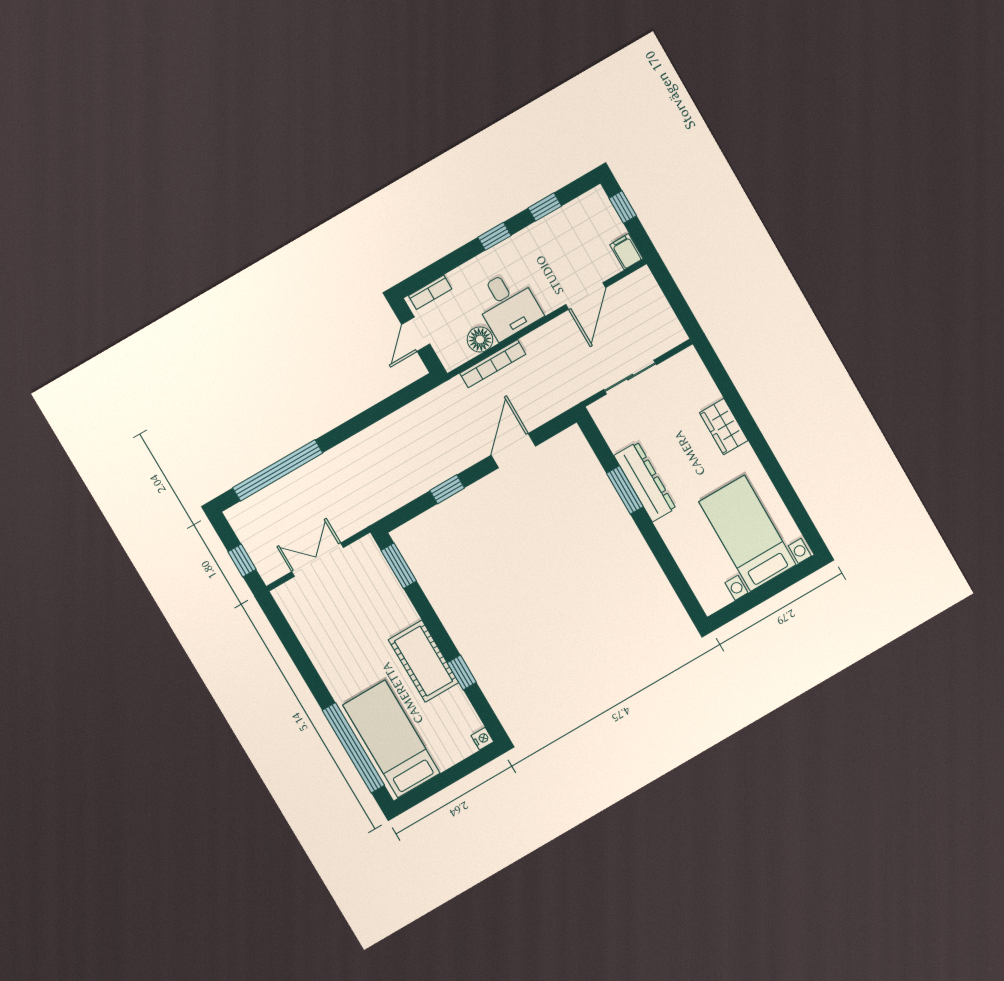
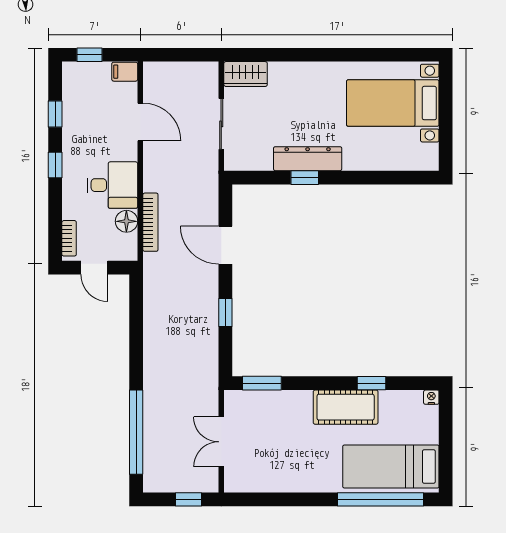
wardrobe: (724, 427) -> (246, 74), moved
window: (625, 490) -> (305, 178), width x0.67

